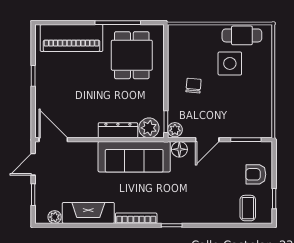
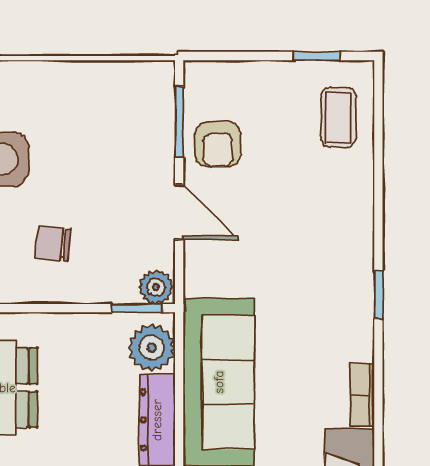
floor lamp: (179, 149) -> (202, 277), removed
armchair: (256, 174) -> (218, 144), moved
coffee table: (248, 208) -> (338, 117), turned 90
bookcase: (136, 218) -> (362, 395), width x0.64

